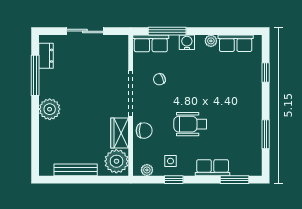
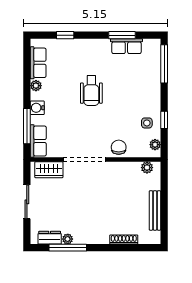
chair: (159, 79) -> (71, 133), removed
plant: (50, 109) -> (68, 239), moved, width x0.53, depth x0.53
wheelchair: (190, 124) -> (91, 91), moved
wardrobe: (120, 133) -> (49, 170), moved
shoe rack: (44, 136) -> (124, 240), added
plant: (116, 161) -> (147, 168), width x0.53, depth x0.53
row of seats: (213, 168) -> (126, 46), moved, turned -90
window: (235, 180) -> (164, 64), width x1.44

